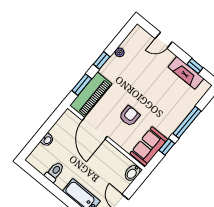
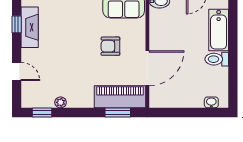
window: (102, 60) -> (42, 112), moved
washbasin: (47, 140) -> (211, 102), moved
toilet: (54, 172) -> (217, 59), moved

